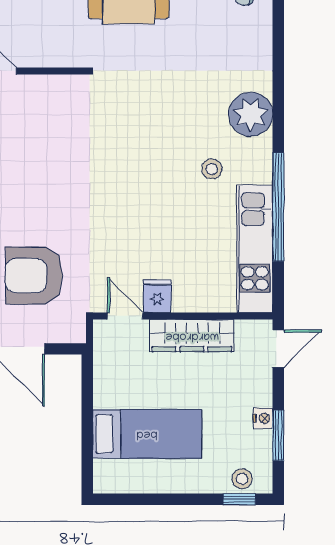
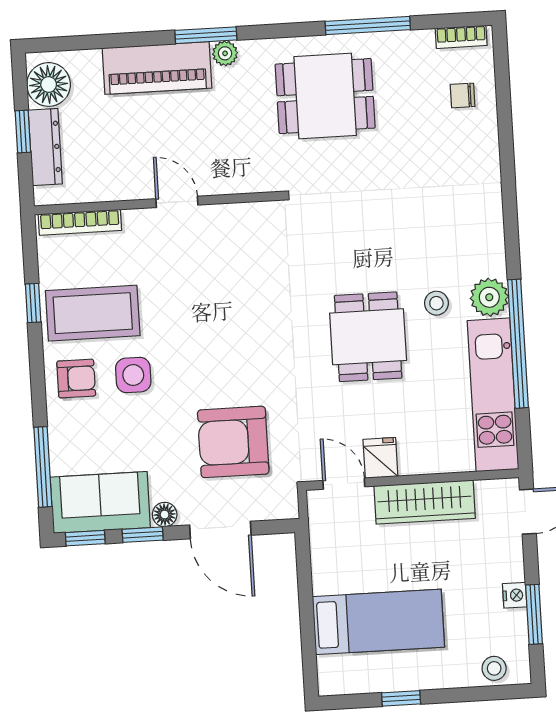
plant: (251, 114) -> (489, 297), moved, width x0.73, depth x0.73
dining table: (153, 194) -> (368, 337), added
window: (239, 499) -> (401, 698), moved

